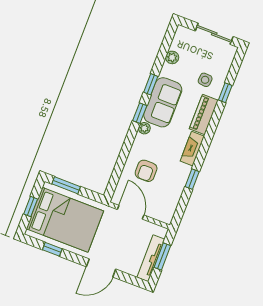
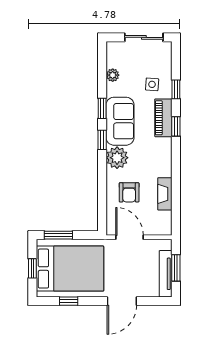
plant: (144, 128) -> (117, 158), width x1.88, depth x1.88
fireplace: (192, 149) -> (165, 194), moved
window: (192, 179) -> (176, 126), moved

